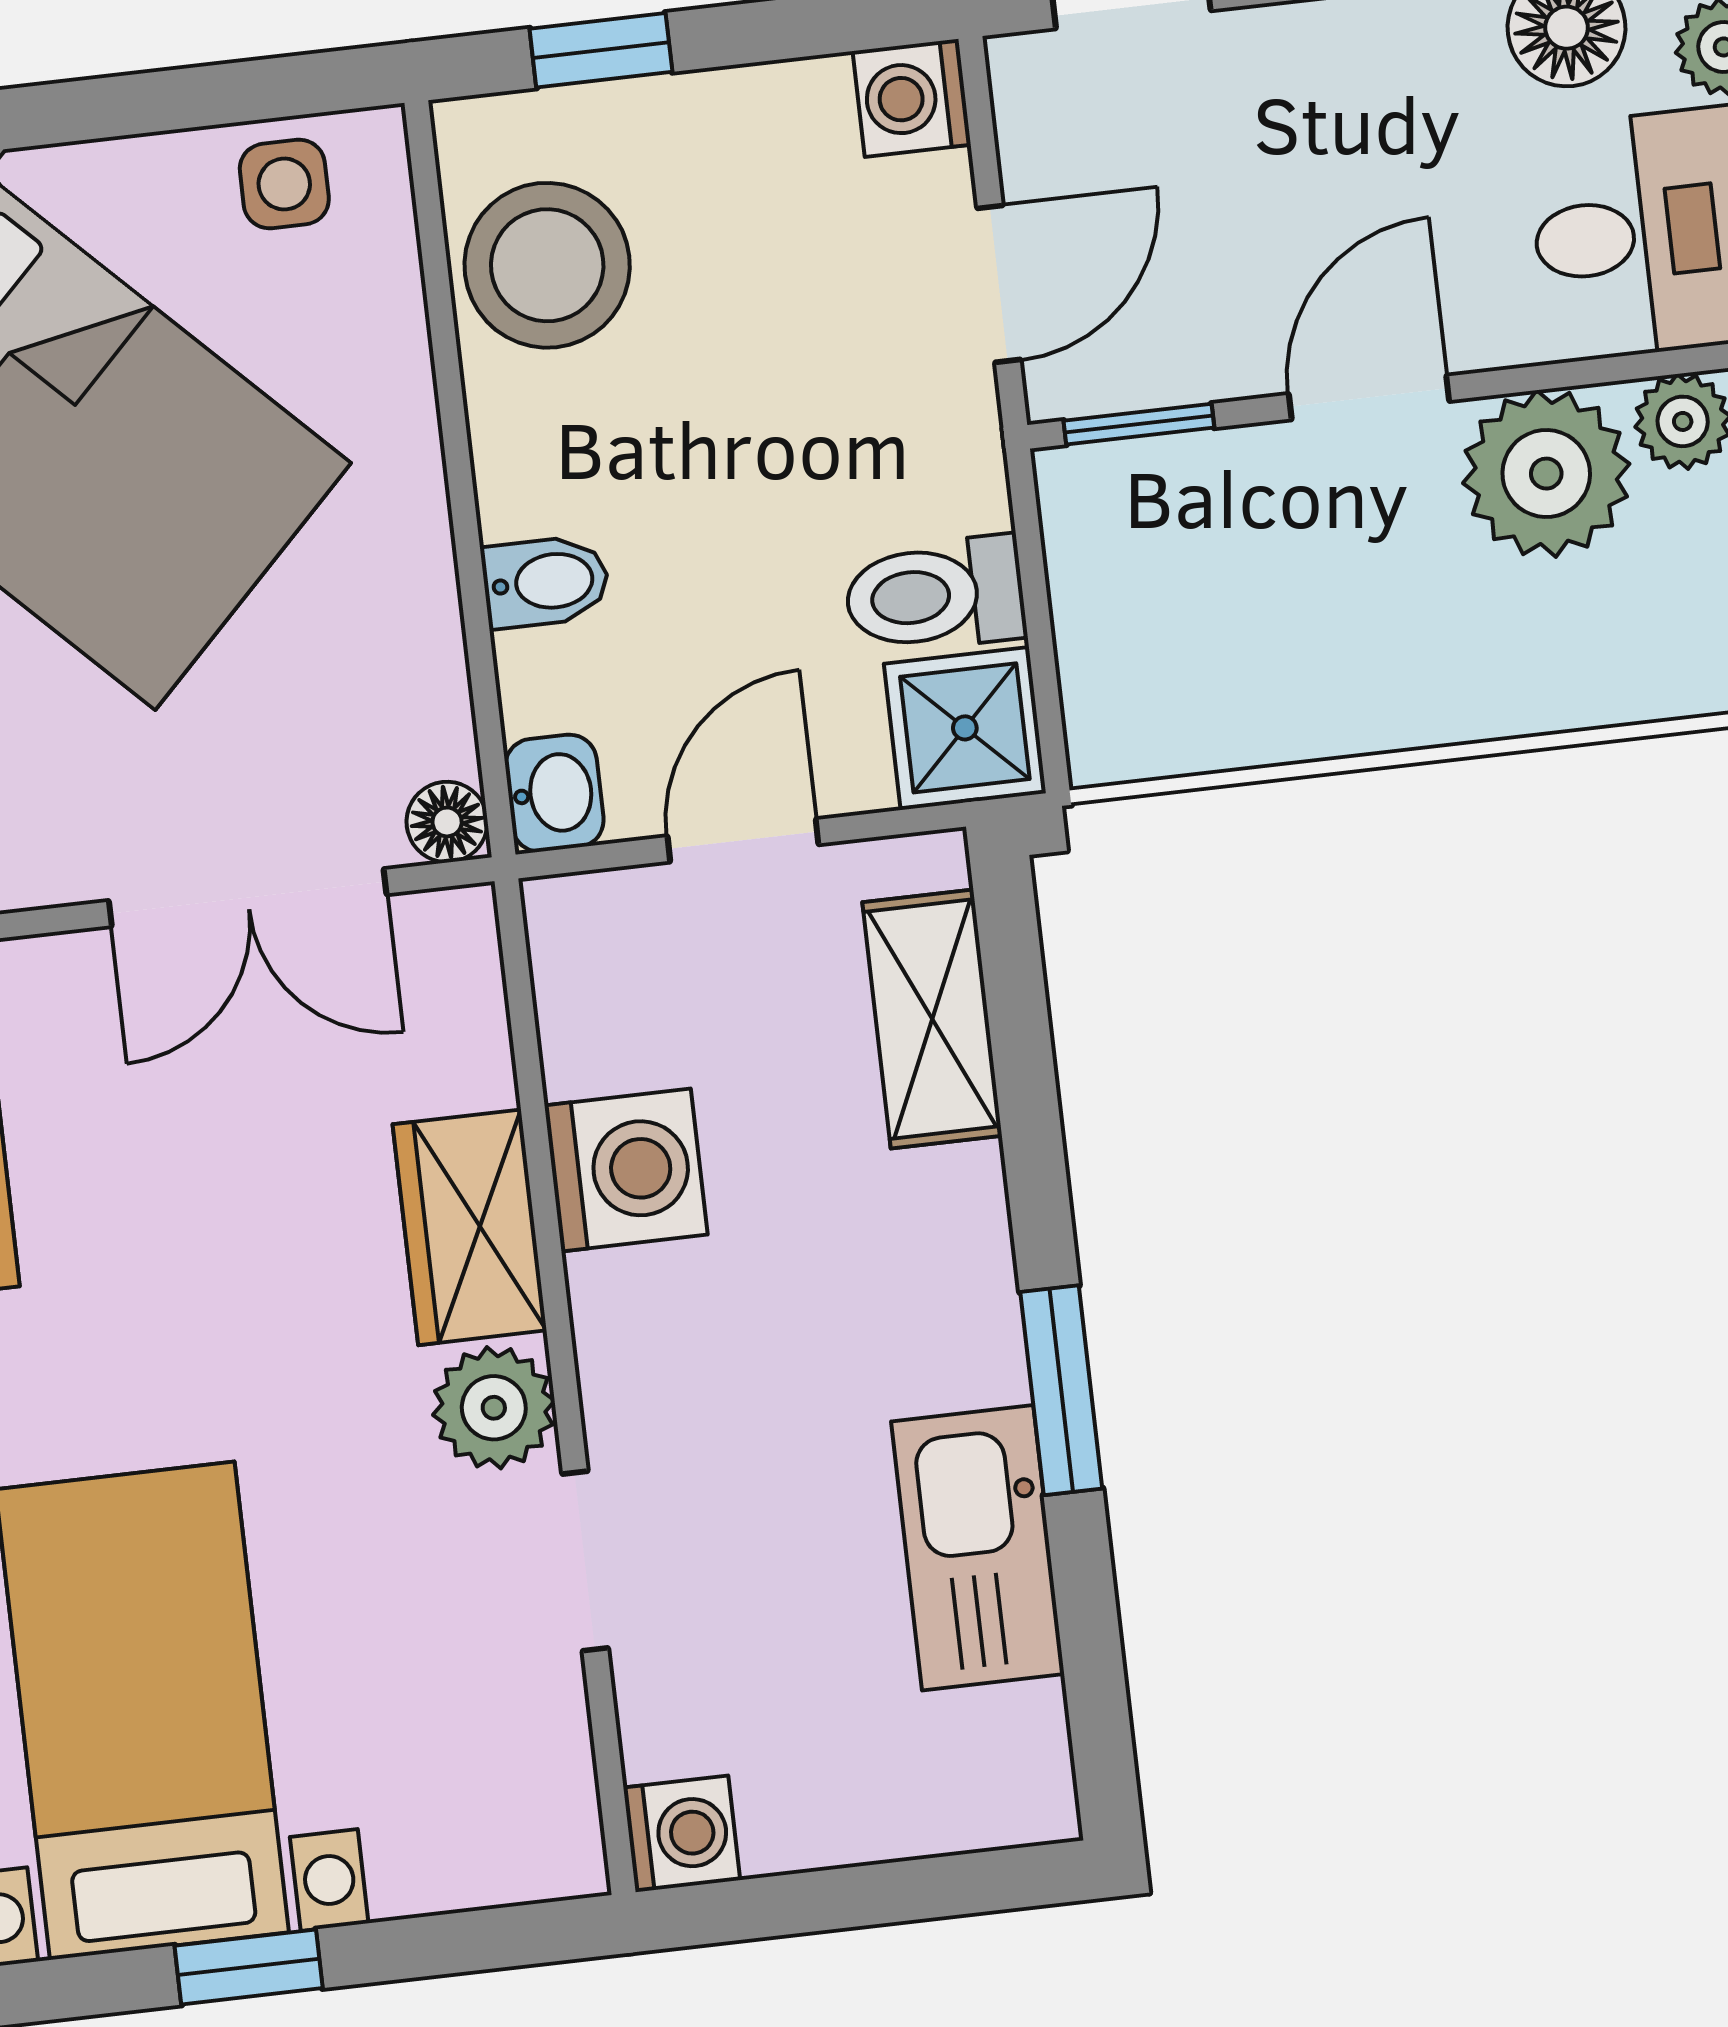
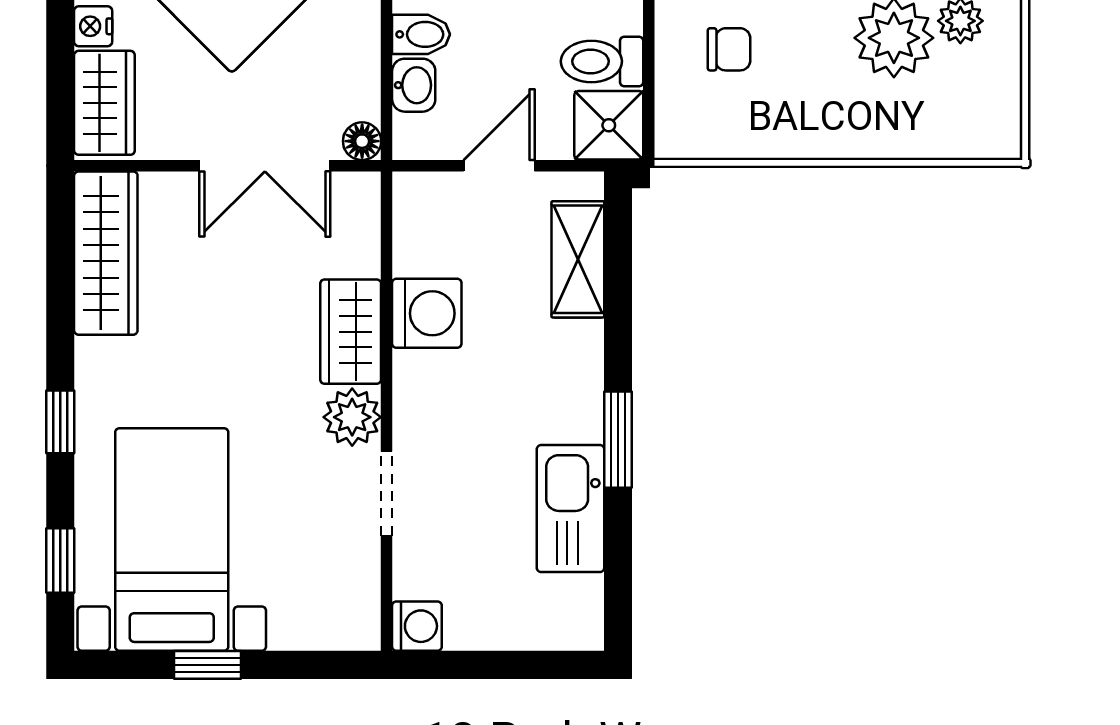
chair: (1200, 538) -> (729, 49), added
washbasin: (554, 793) -> (414, 85), moved

